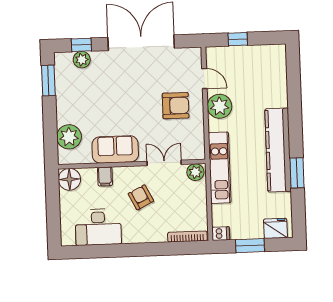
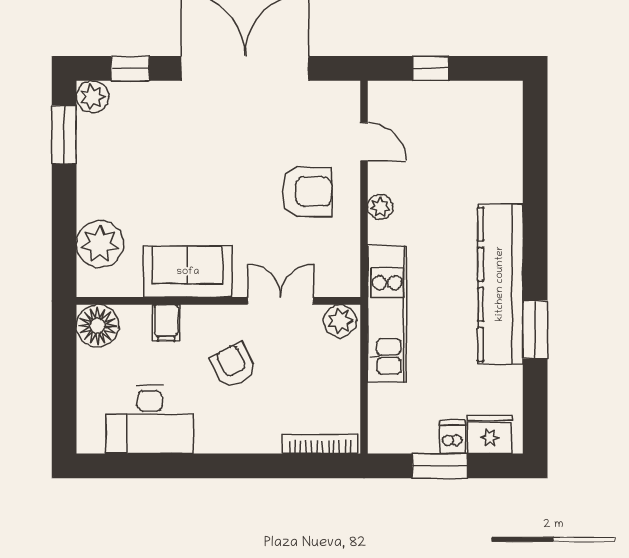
plant: (82, 60) -> (93, 97), moved
plant: (220, 106) -> (380, 207), width x0.53, depth x0.53
dishwasher: (221, 234) -> (452, 437), moved, turned -90

